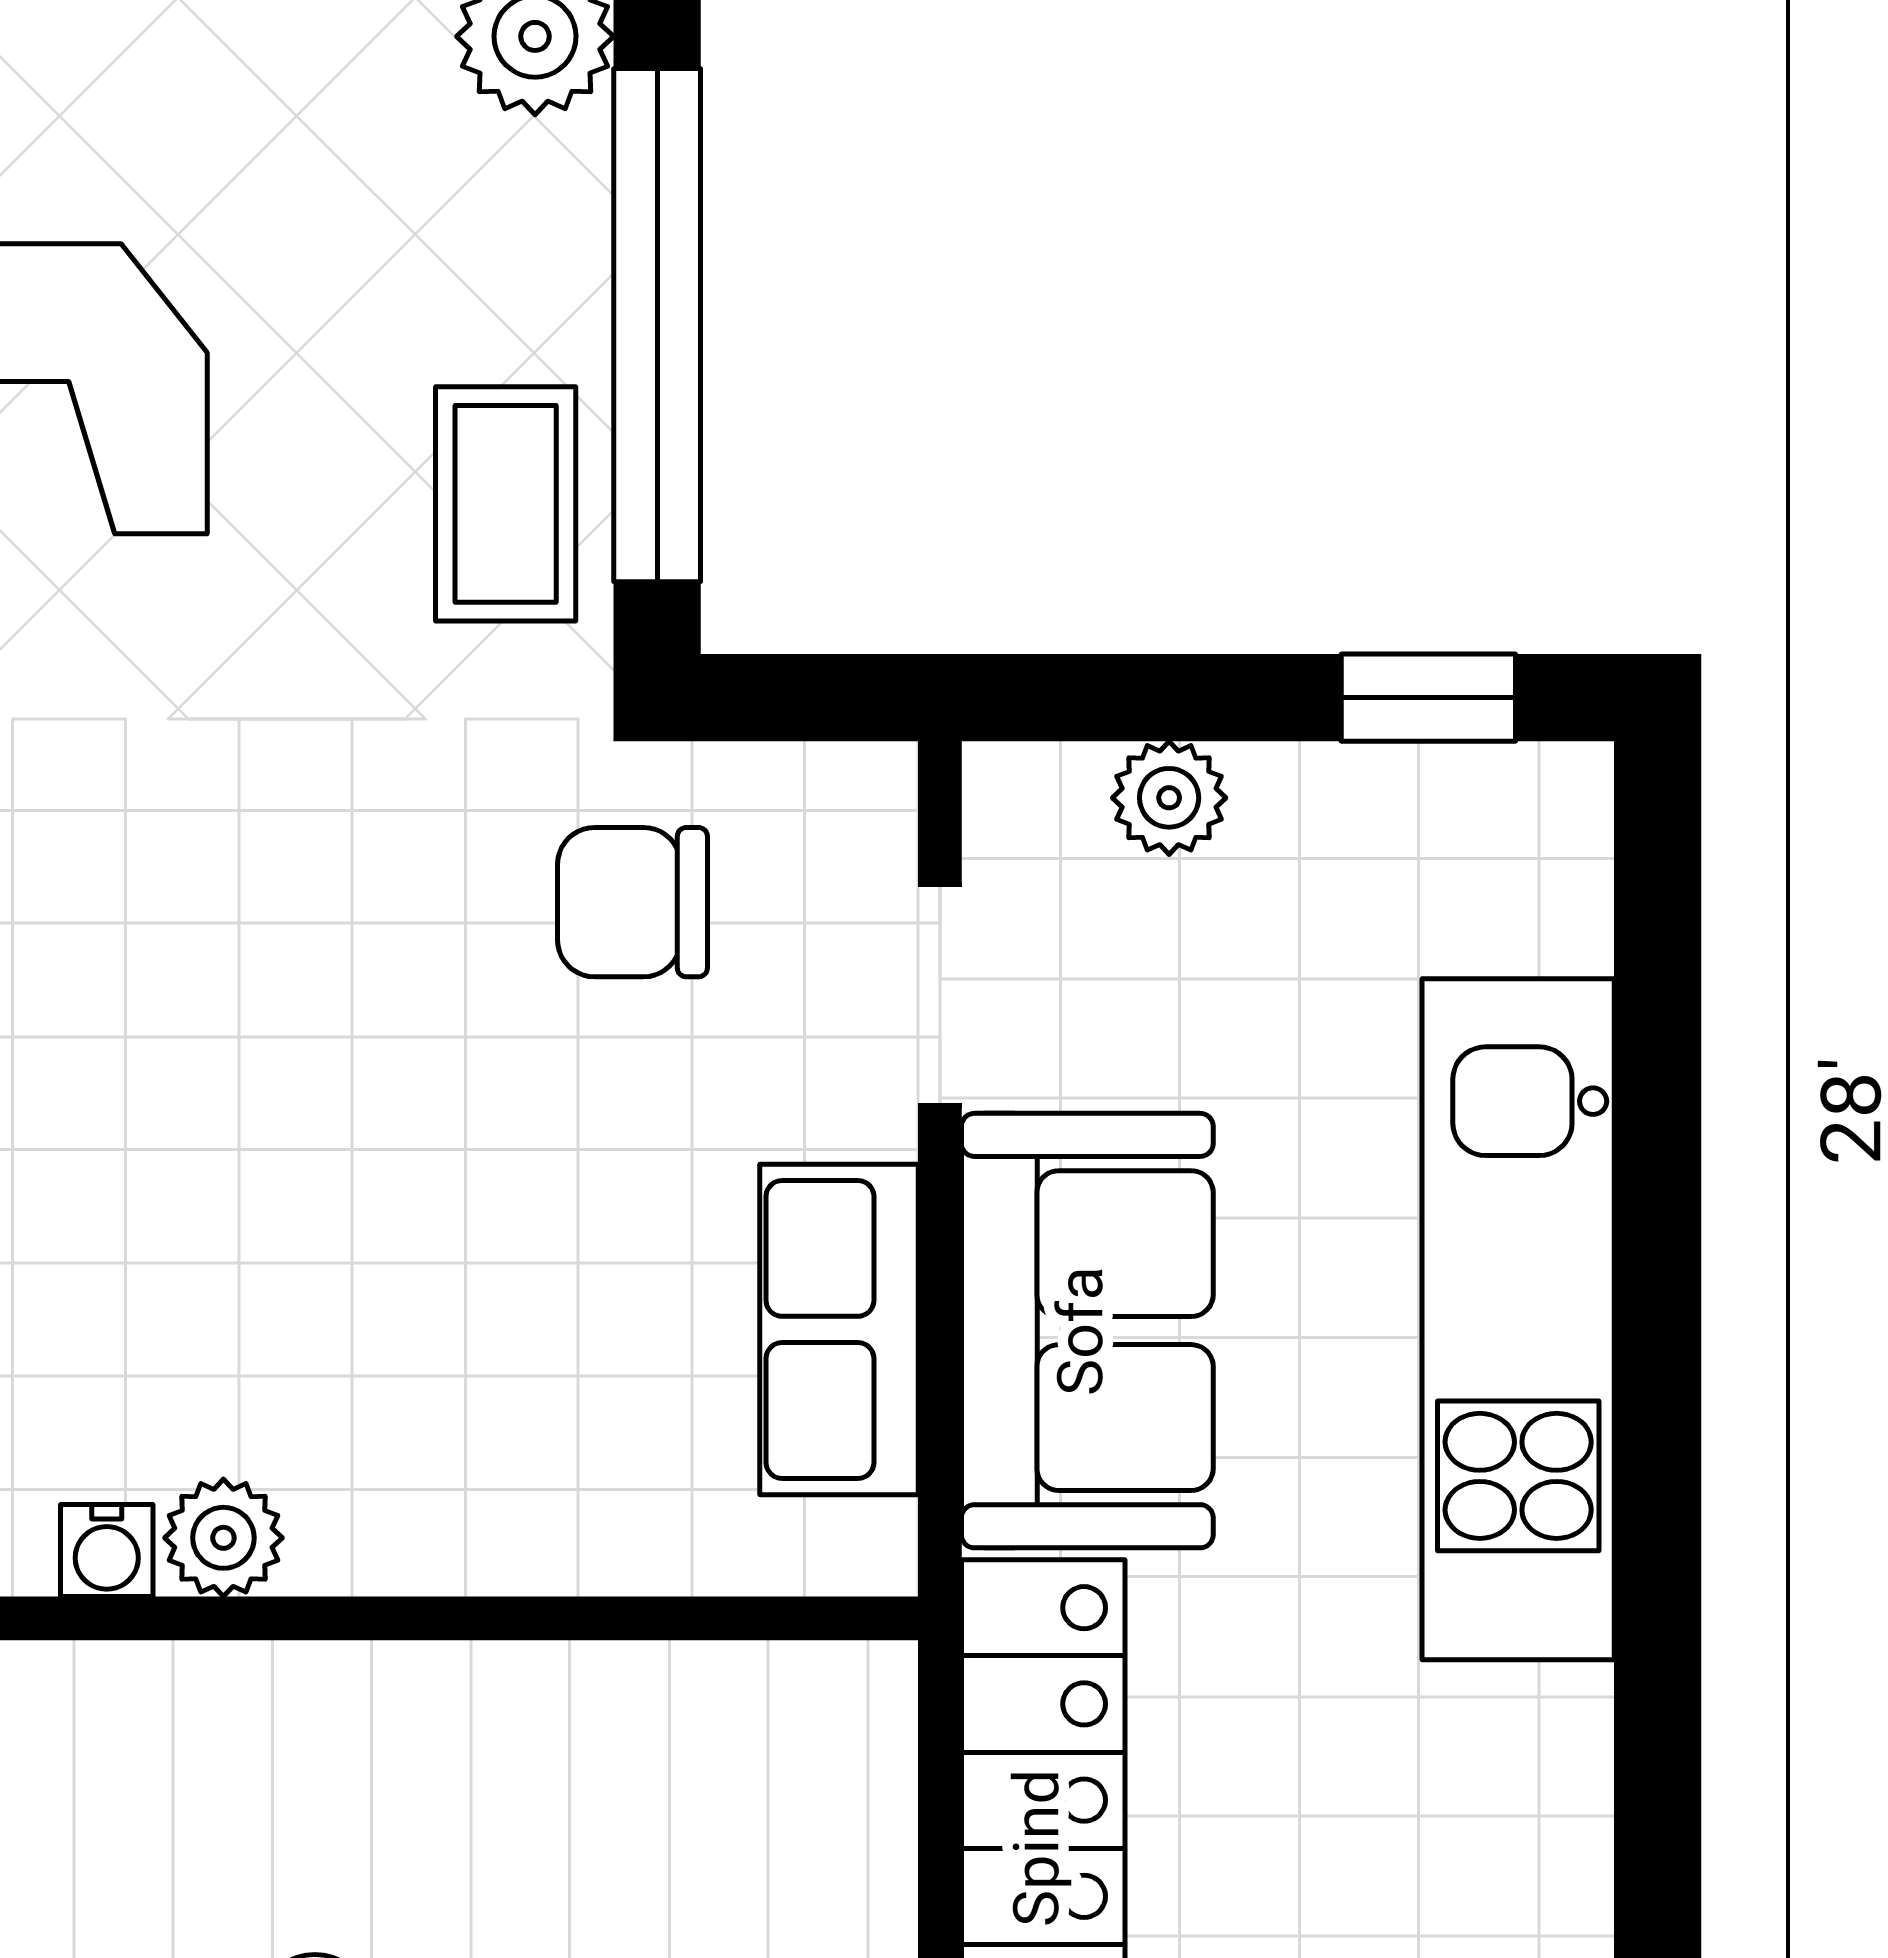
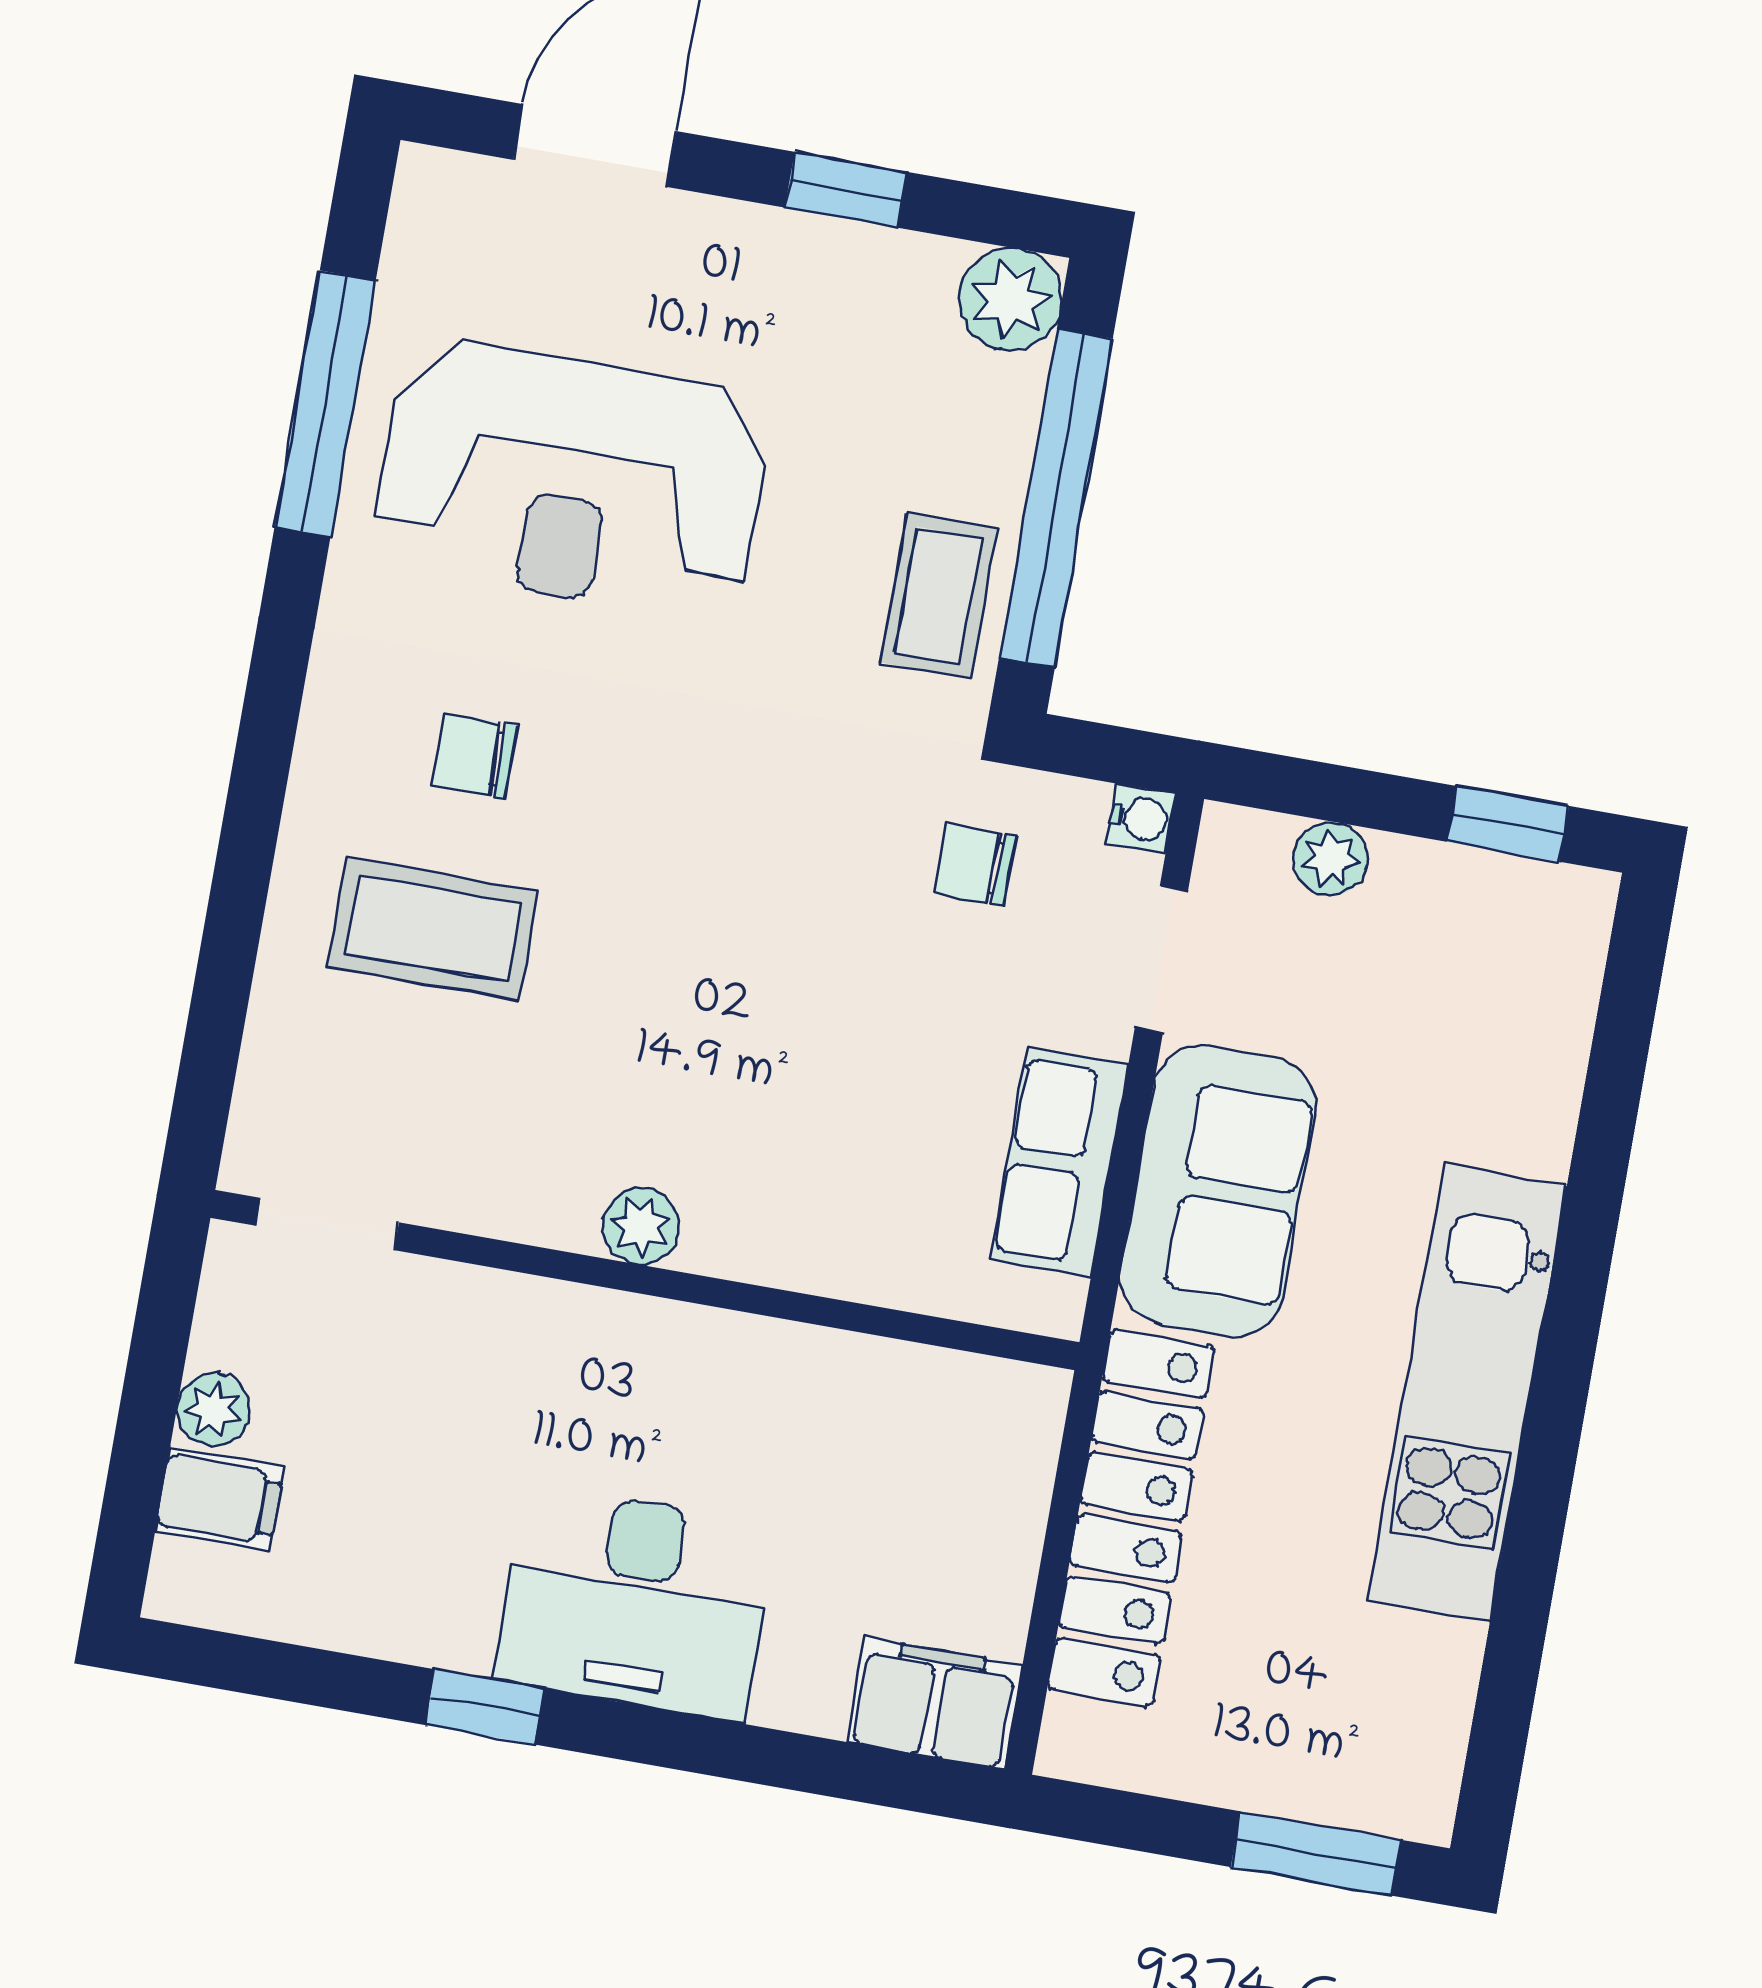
chair: (633, 902) -> (975, 865), width x0.73, depth x0.73
kitchen unit: (1518, 1319) -> (1467, 1393), moved
water cooler: (107, 1550) -> (1141, 818), moved, turned -90

